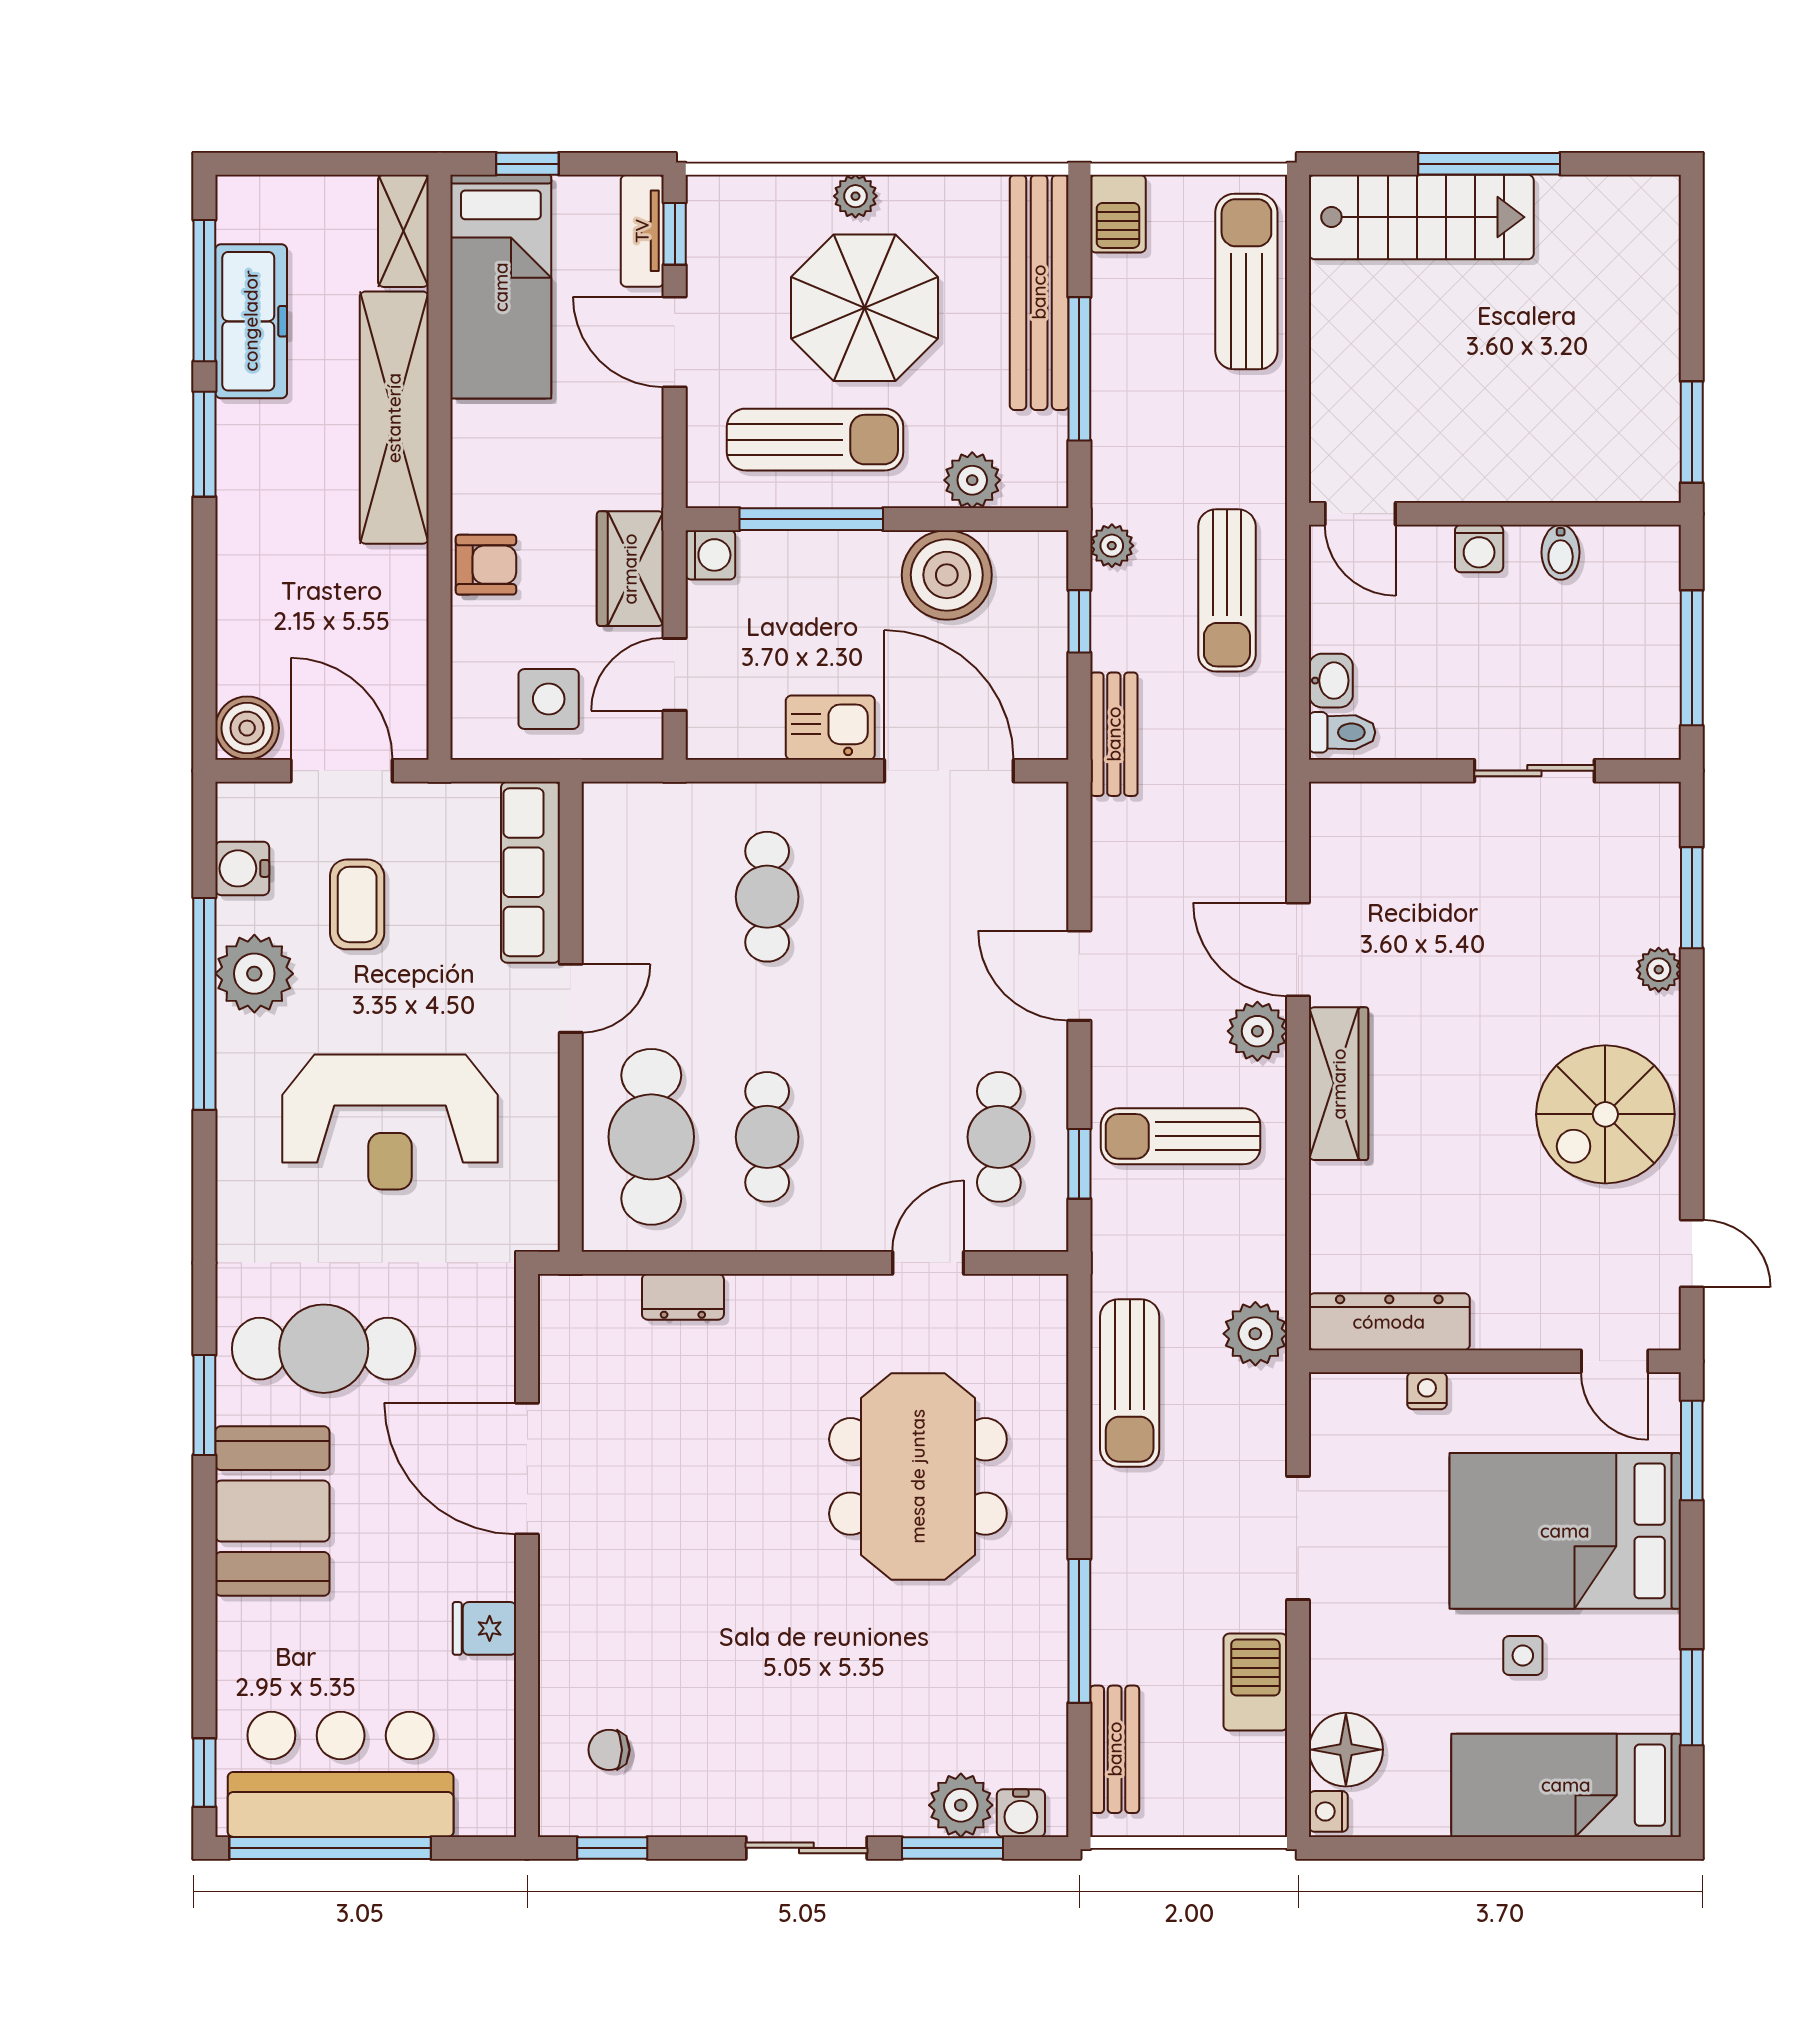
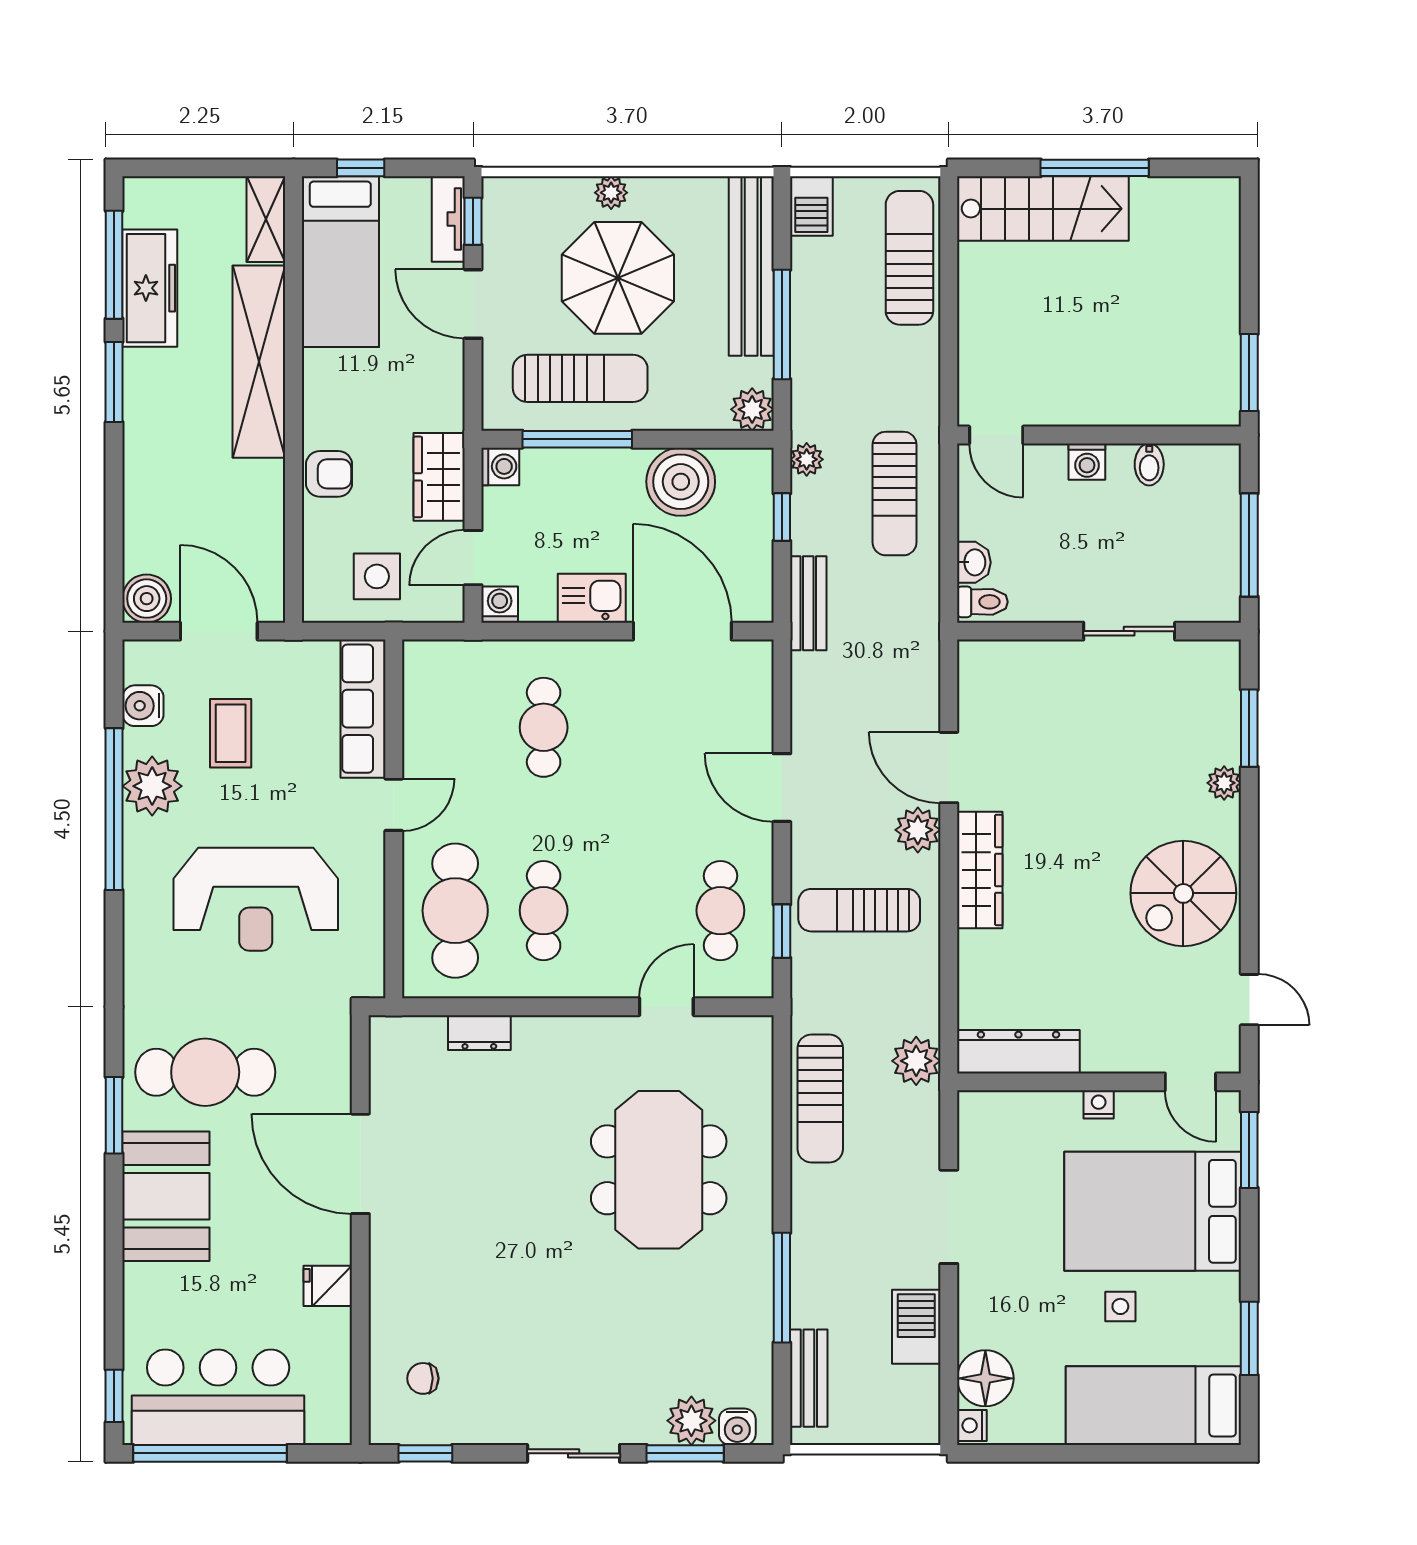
plant: (972, 480) -> (752, 409), moved
washing machine: (710, 736) -> (500, 605), added
nightstand: (1427, 1391) -> (1099, 1104), moved

